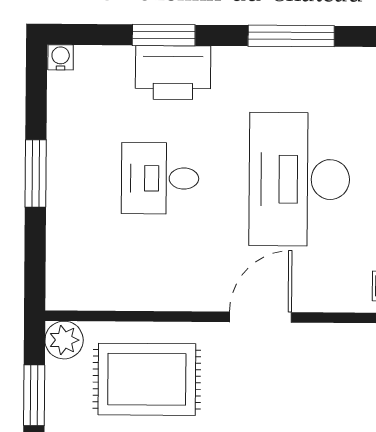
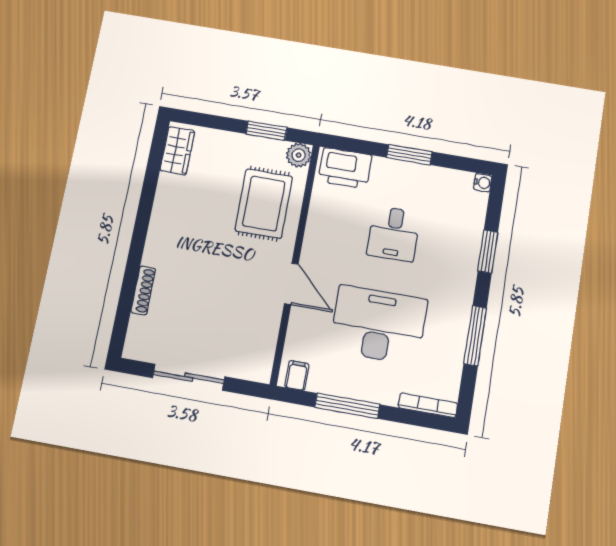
printer: (173, 73) -> (345, 168), moved, turned -90
desk: (160, 178) -> (394, 234), turned 180

